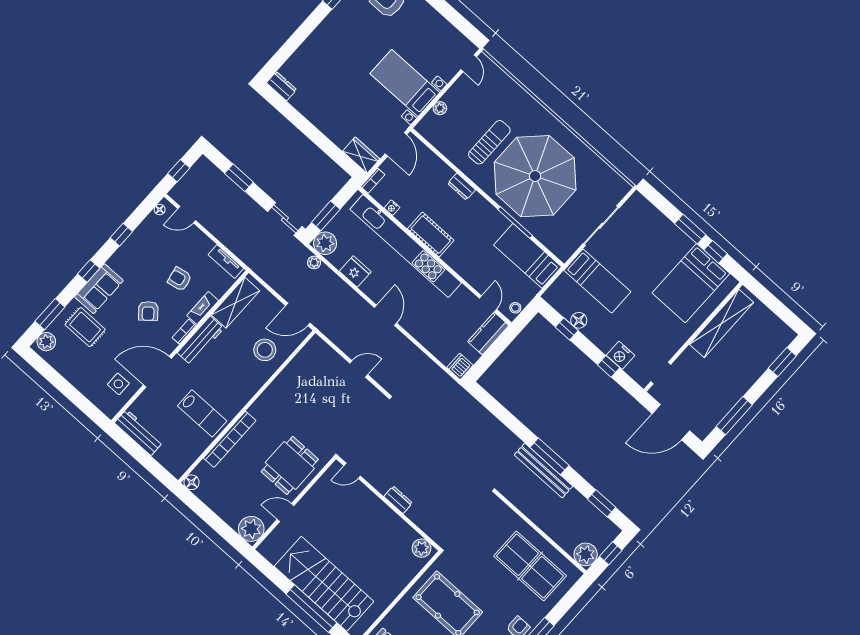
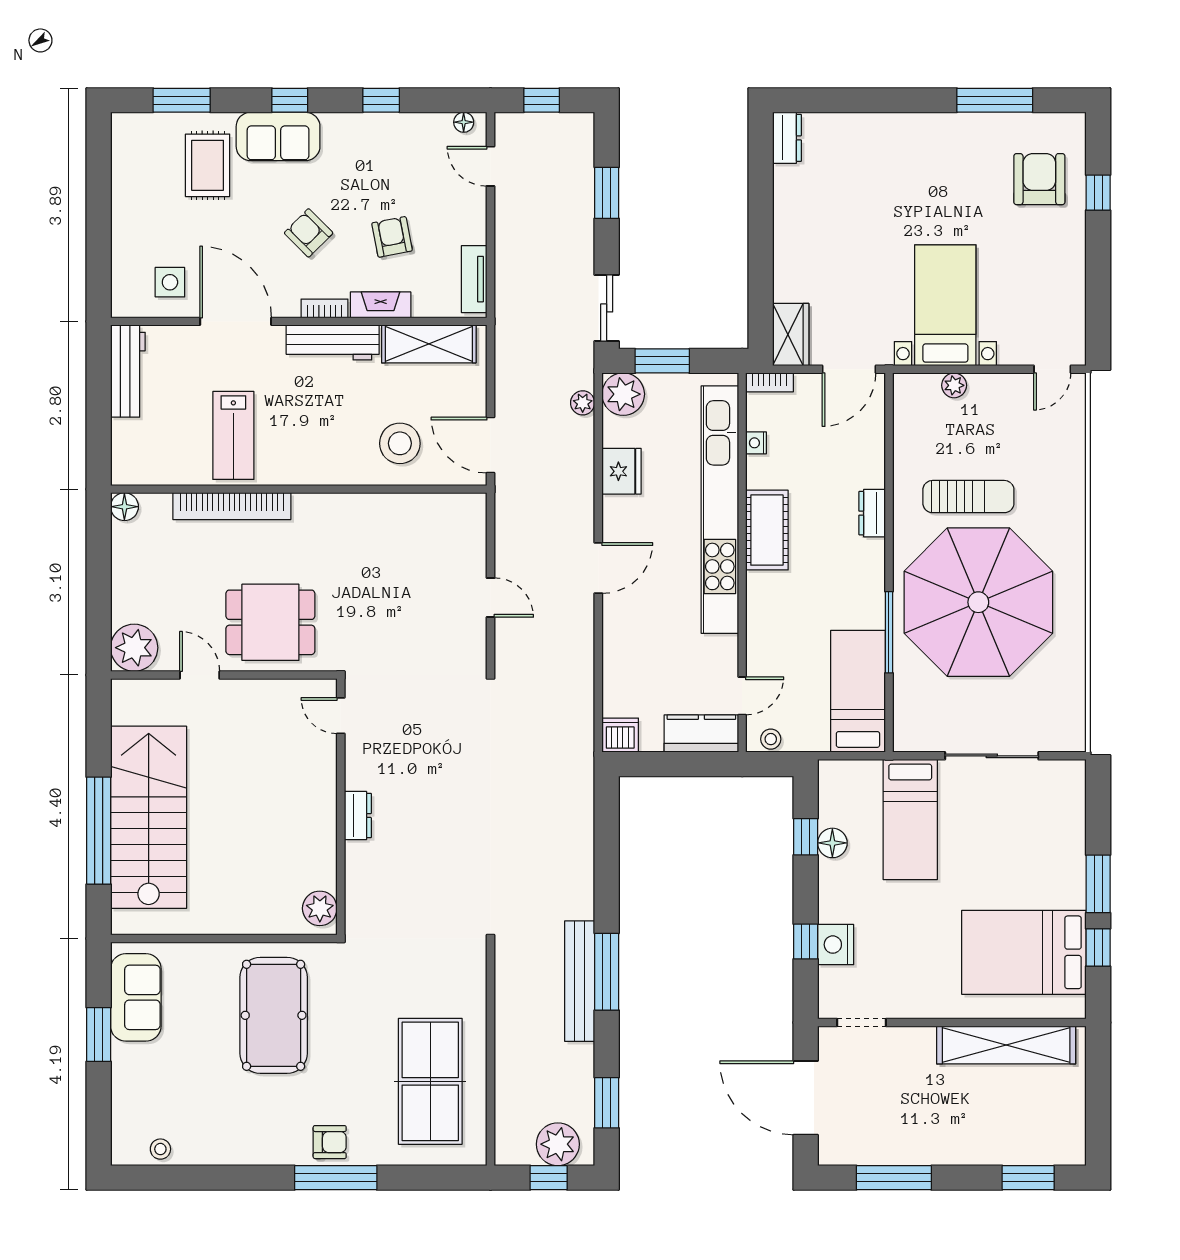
armchair: (148, 311) -> (309, 233), turned 85
plant: (46, 342) -> (139, 129), removed
plant: (586, 554) -> (558, 1144), moved

